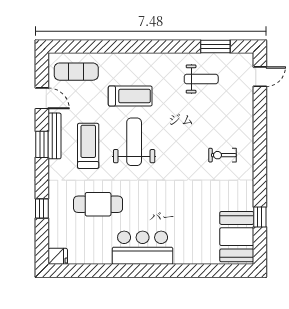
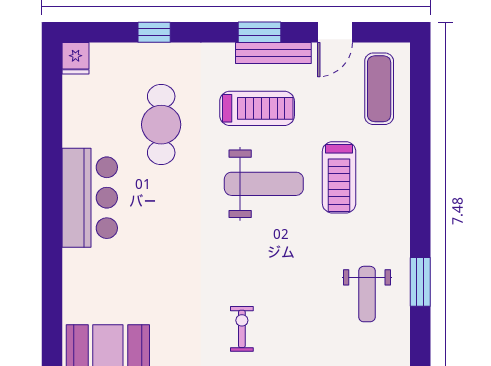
window: (215, 46) -> (420, 282), moved

